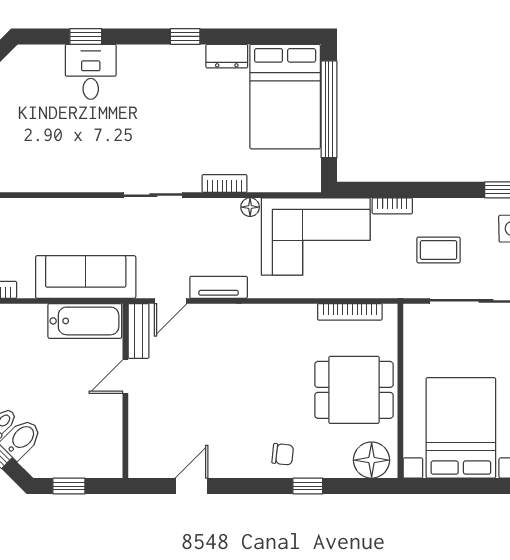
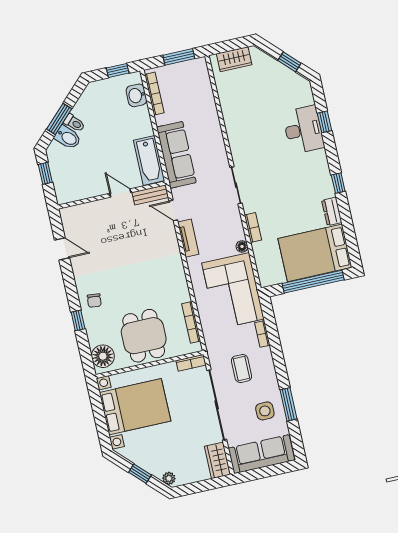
desk: (91, 72) -> (303, 130), width x1.37
bookcase: (412, 326) -> (191, 363), added

